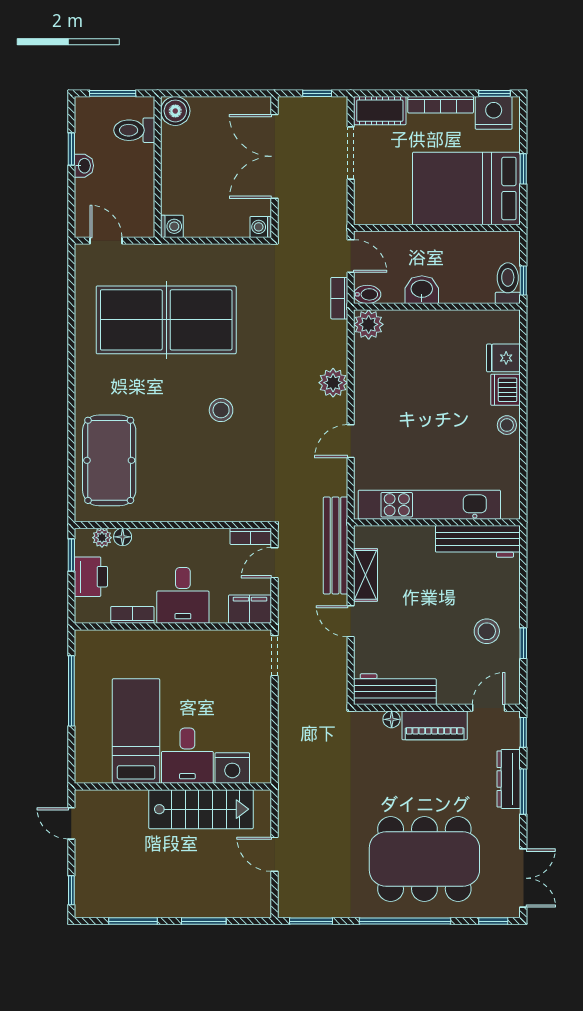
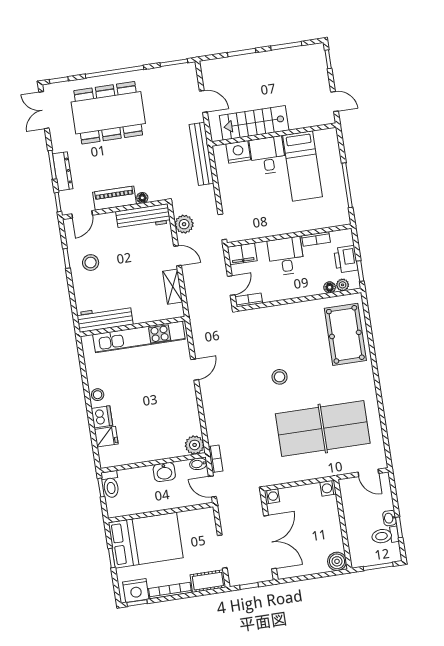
toilet: (134, 130) -> (385, 536), moved, turned 180
plant: (333, 383) -> (184, 224), moved
bench: (335, 546) -> (202, 154), moved

